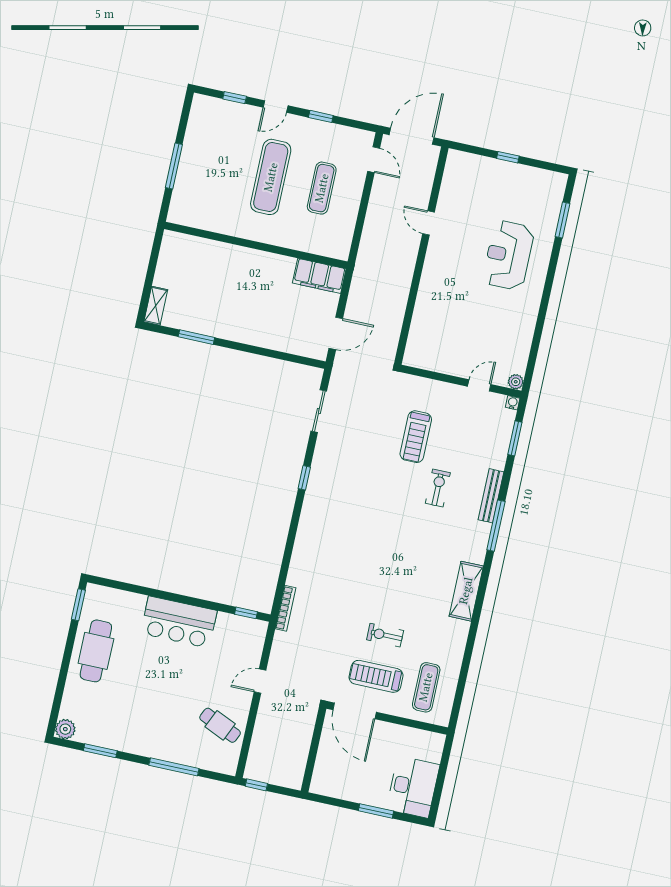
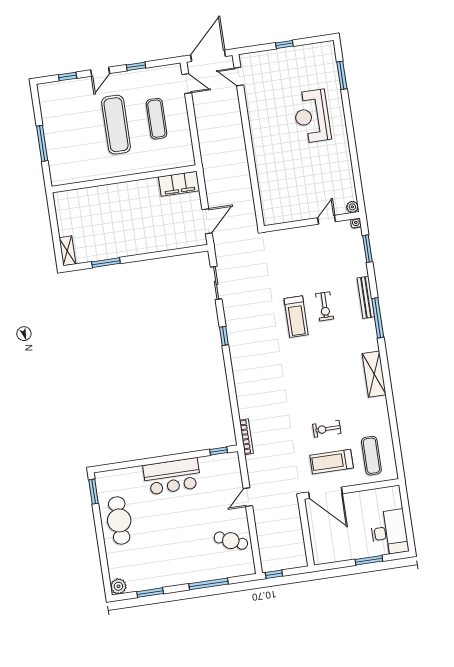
door: (428, 223) -> (239, 77), moved
treadmill: (416, 437) -> (296, 317), moved
exercise bike: (438, 488) -> (325, 306), turned 180

